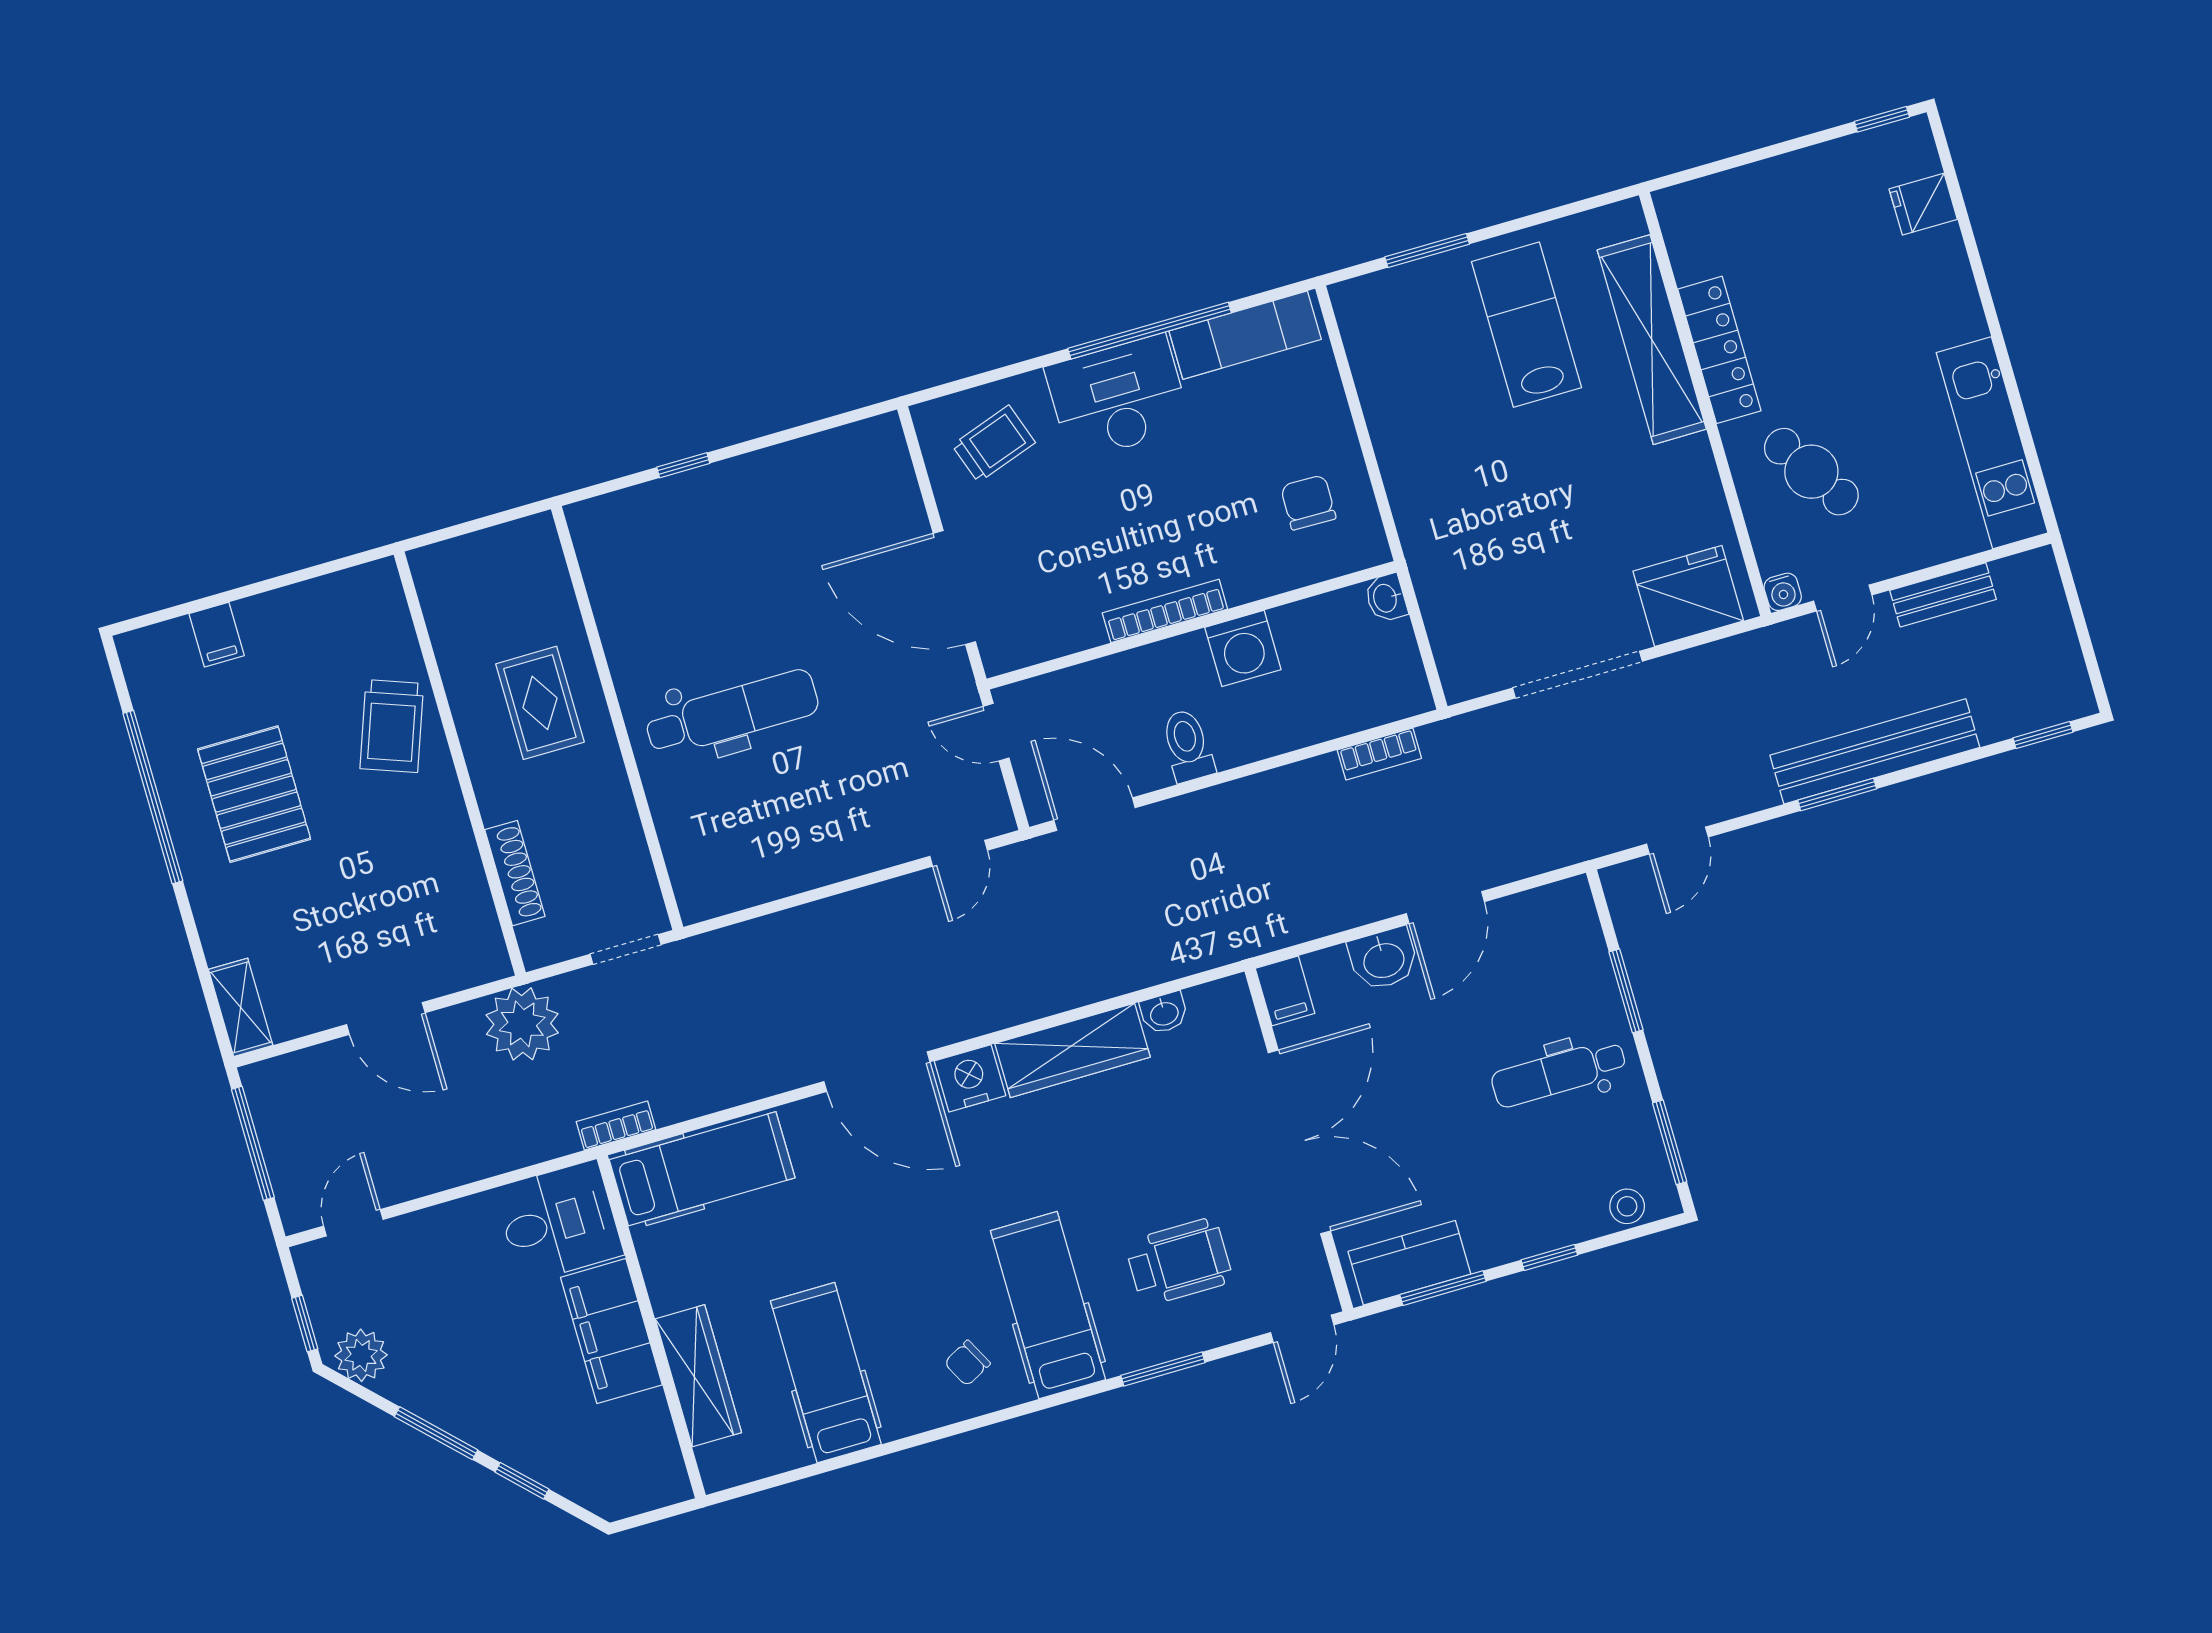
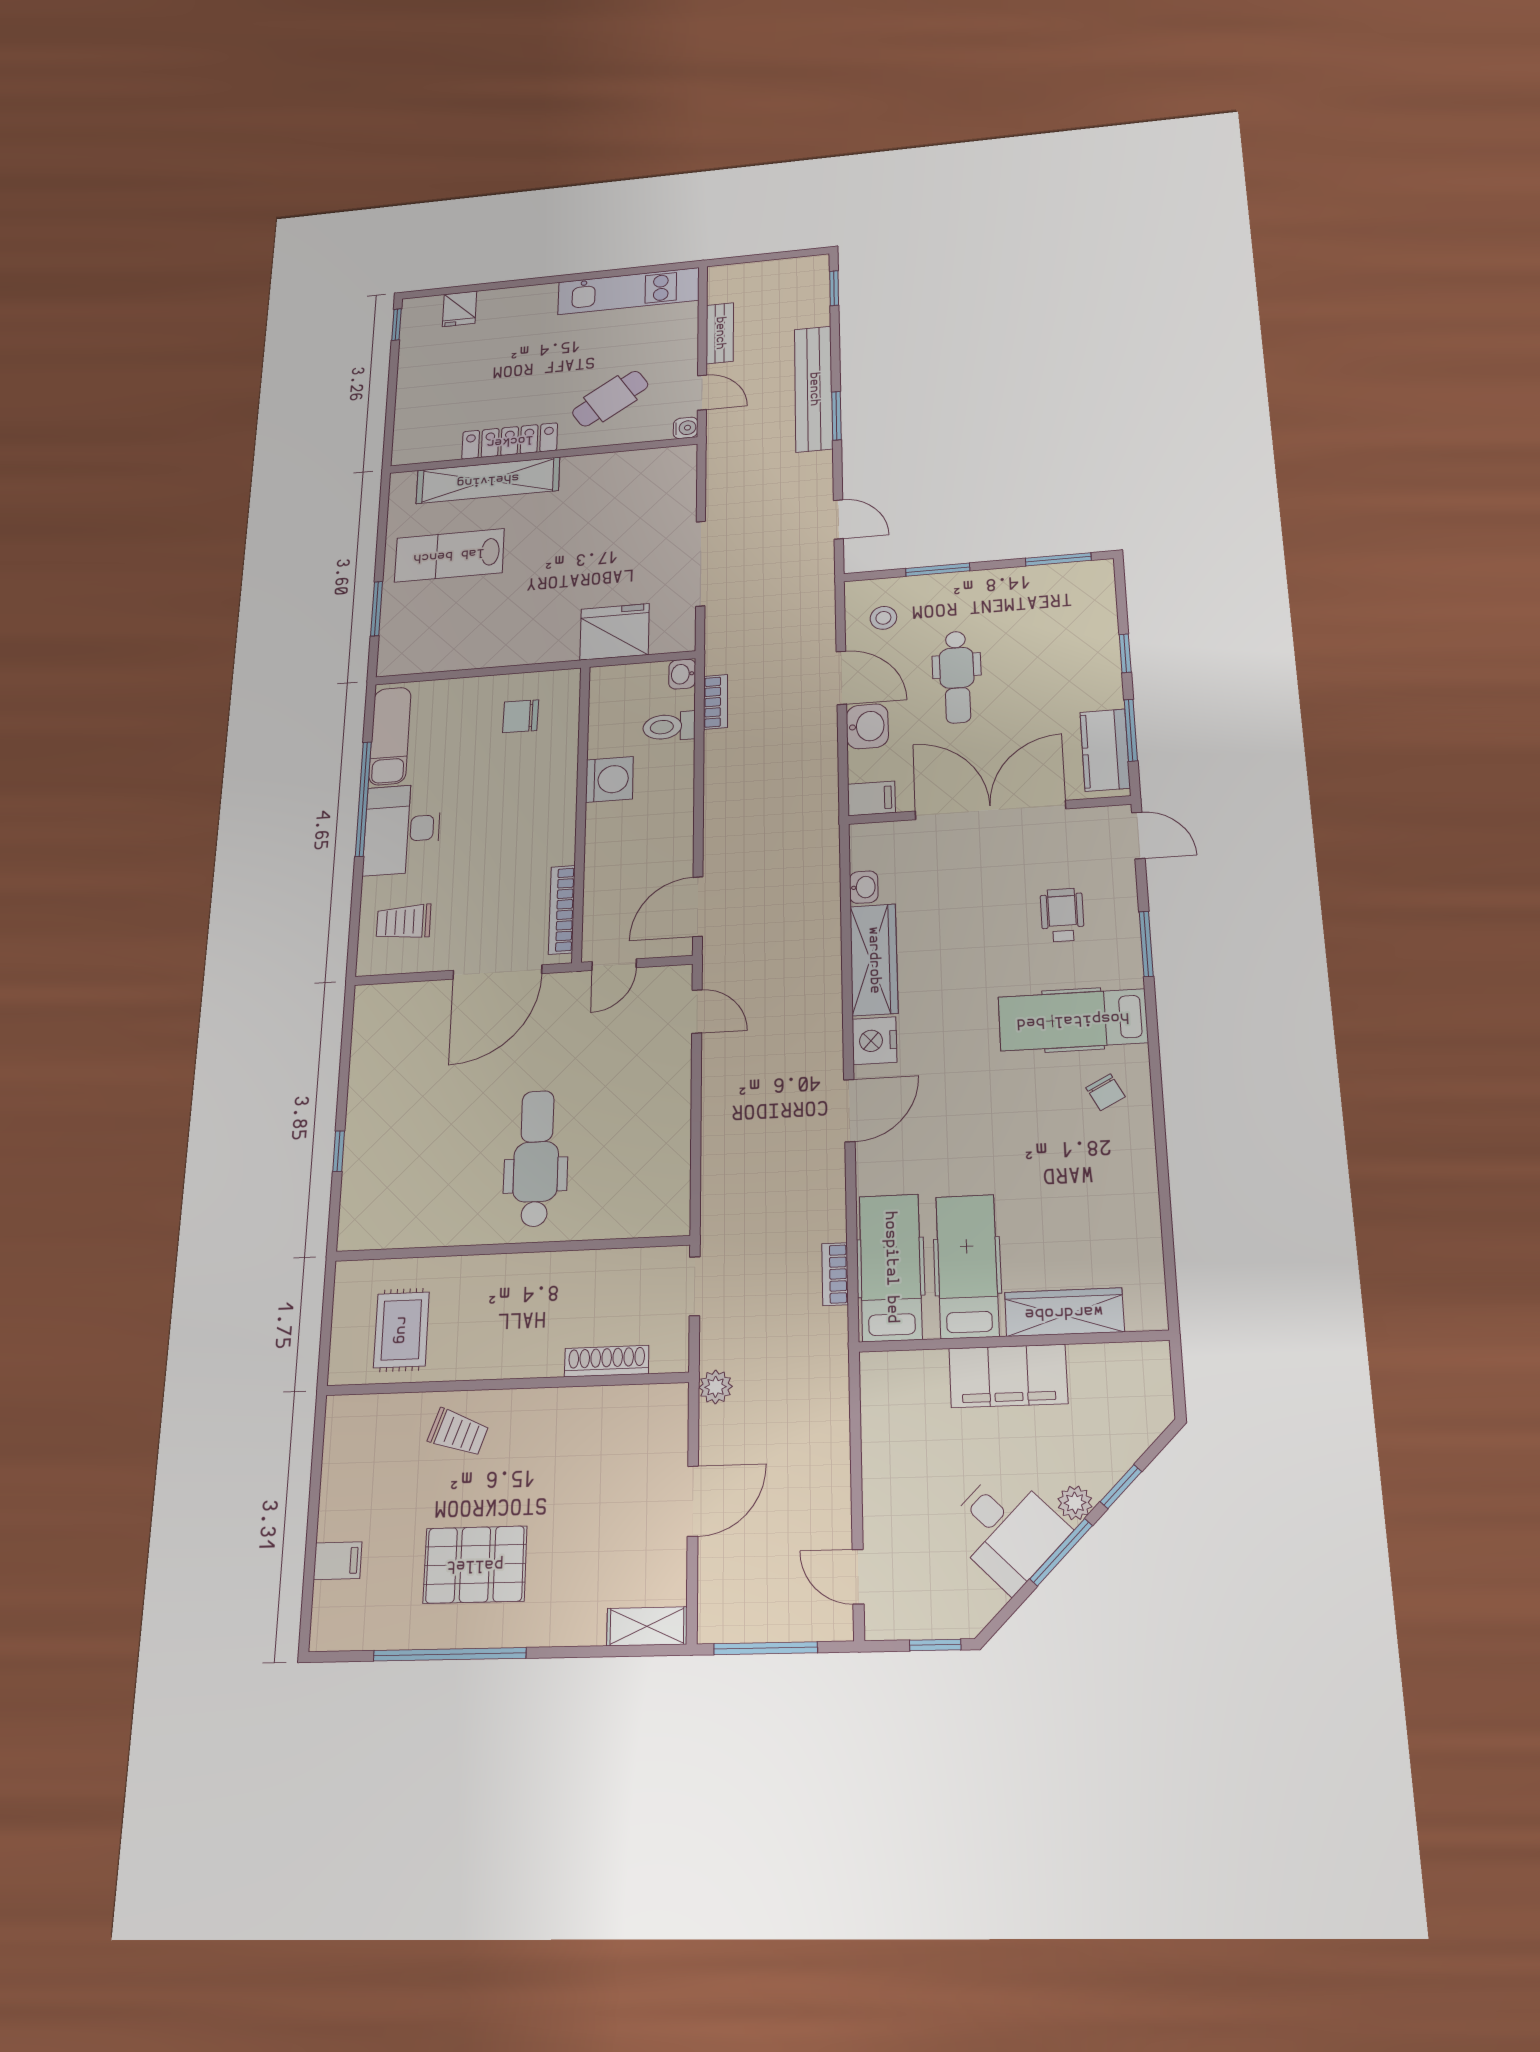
trolley: (994, 444) -> (404, 922), turned -71
fridge: (1688, 596) -> (615, 632), moved, turned 90
washbasin: (1386, 598) -> (682, 674), moved, turned 90
bookcase: (1165, 611) -> (562, 910), moved
rug: (540, 703) -> (401, 1330), moved, turned 90
trolley: (392, 726) -> (458, 1432), width x0.73, depth x0.72
toilet: (1188, 746) -> (669, 727), moved
plant: (522, 1024) -> (716, 1387), width x0.53, depth x0.53
door: (877, 1072) -> (849, 1111), width x0.73
dental chair: (1559, 1073) -> (957, 677), moved
bookcase: (616, 1126) -> (835, 1274), moved
stool: (1627, 1206) -> (883, 618), moved
desk: (559, 1222) -> (1007, 1529), moved, turned 135
wheelchair: (1179, 1262) -> (1062, 915), width x0.73, depth x0.73
plant: (361, 1355) -> (1075, 1503), moved, width x0.73, depth x0.73
hospital bed: (826, 1373) -> (967, 1266), moved, turned 90

